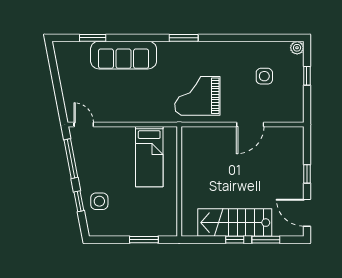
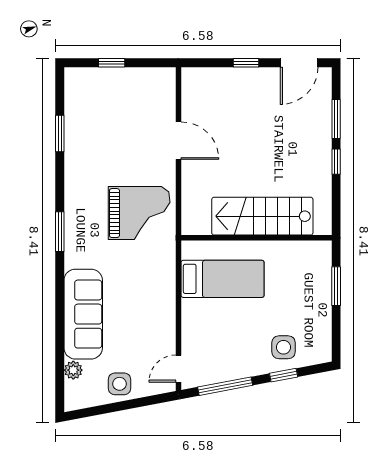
window: (93, 38) -> (60, 133), moved
plant: (297, 48) -> (73, 370), moved
side table: (264, 76) -> (120, 384), moved
grand piano: (197, 96) -> (139, 213), turned -90
stairs: (235, 223) -> (262, 216), moved, turned 90

